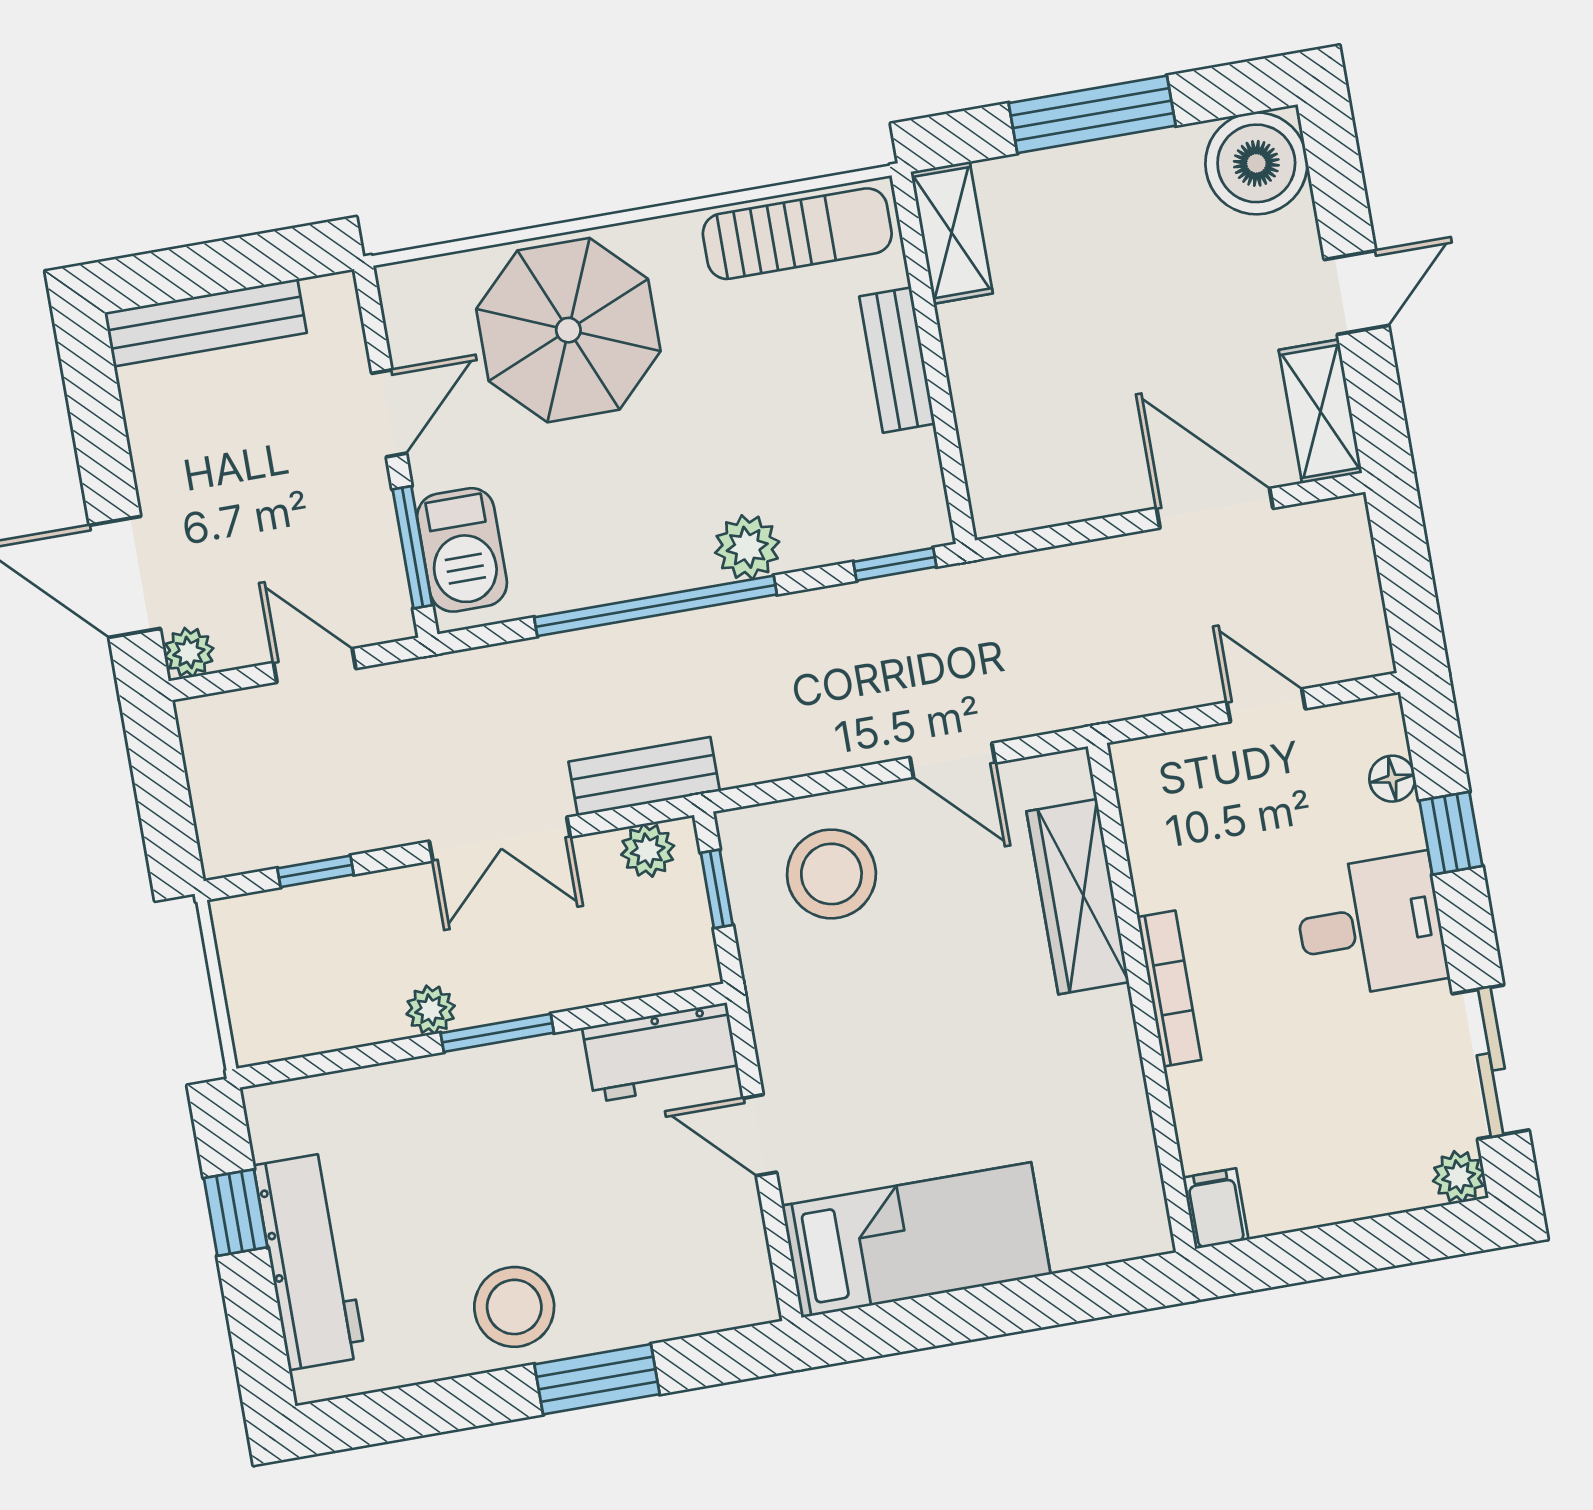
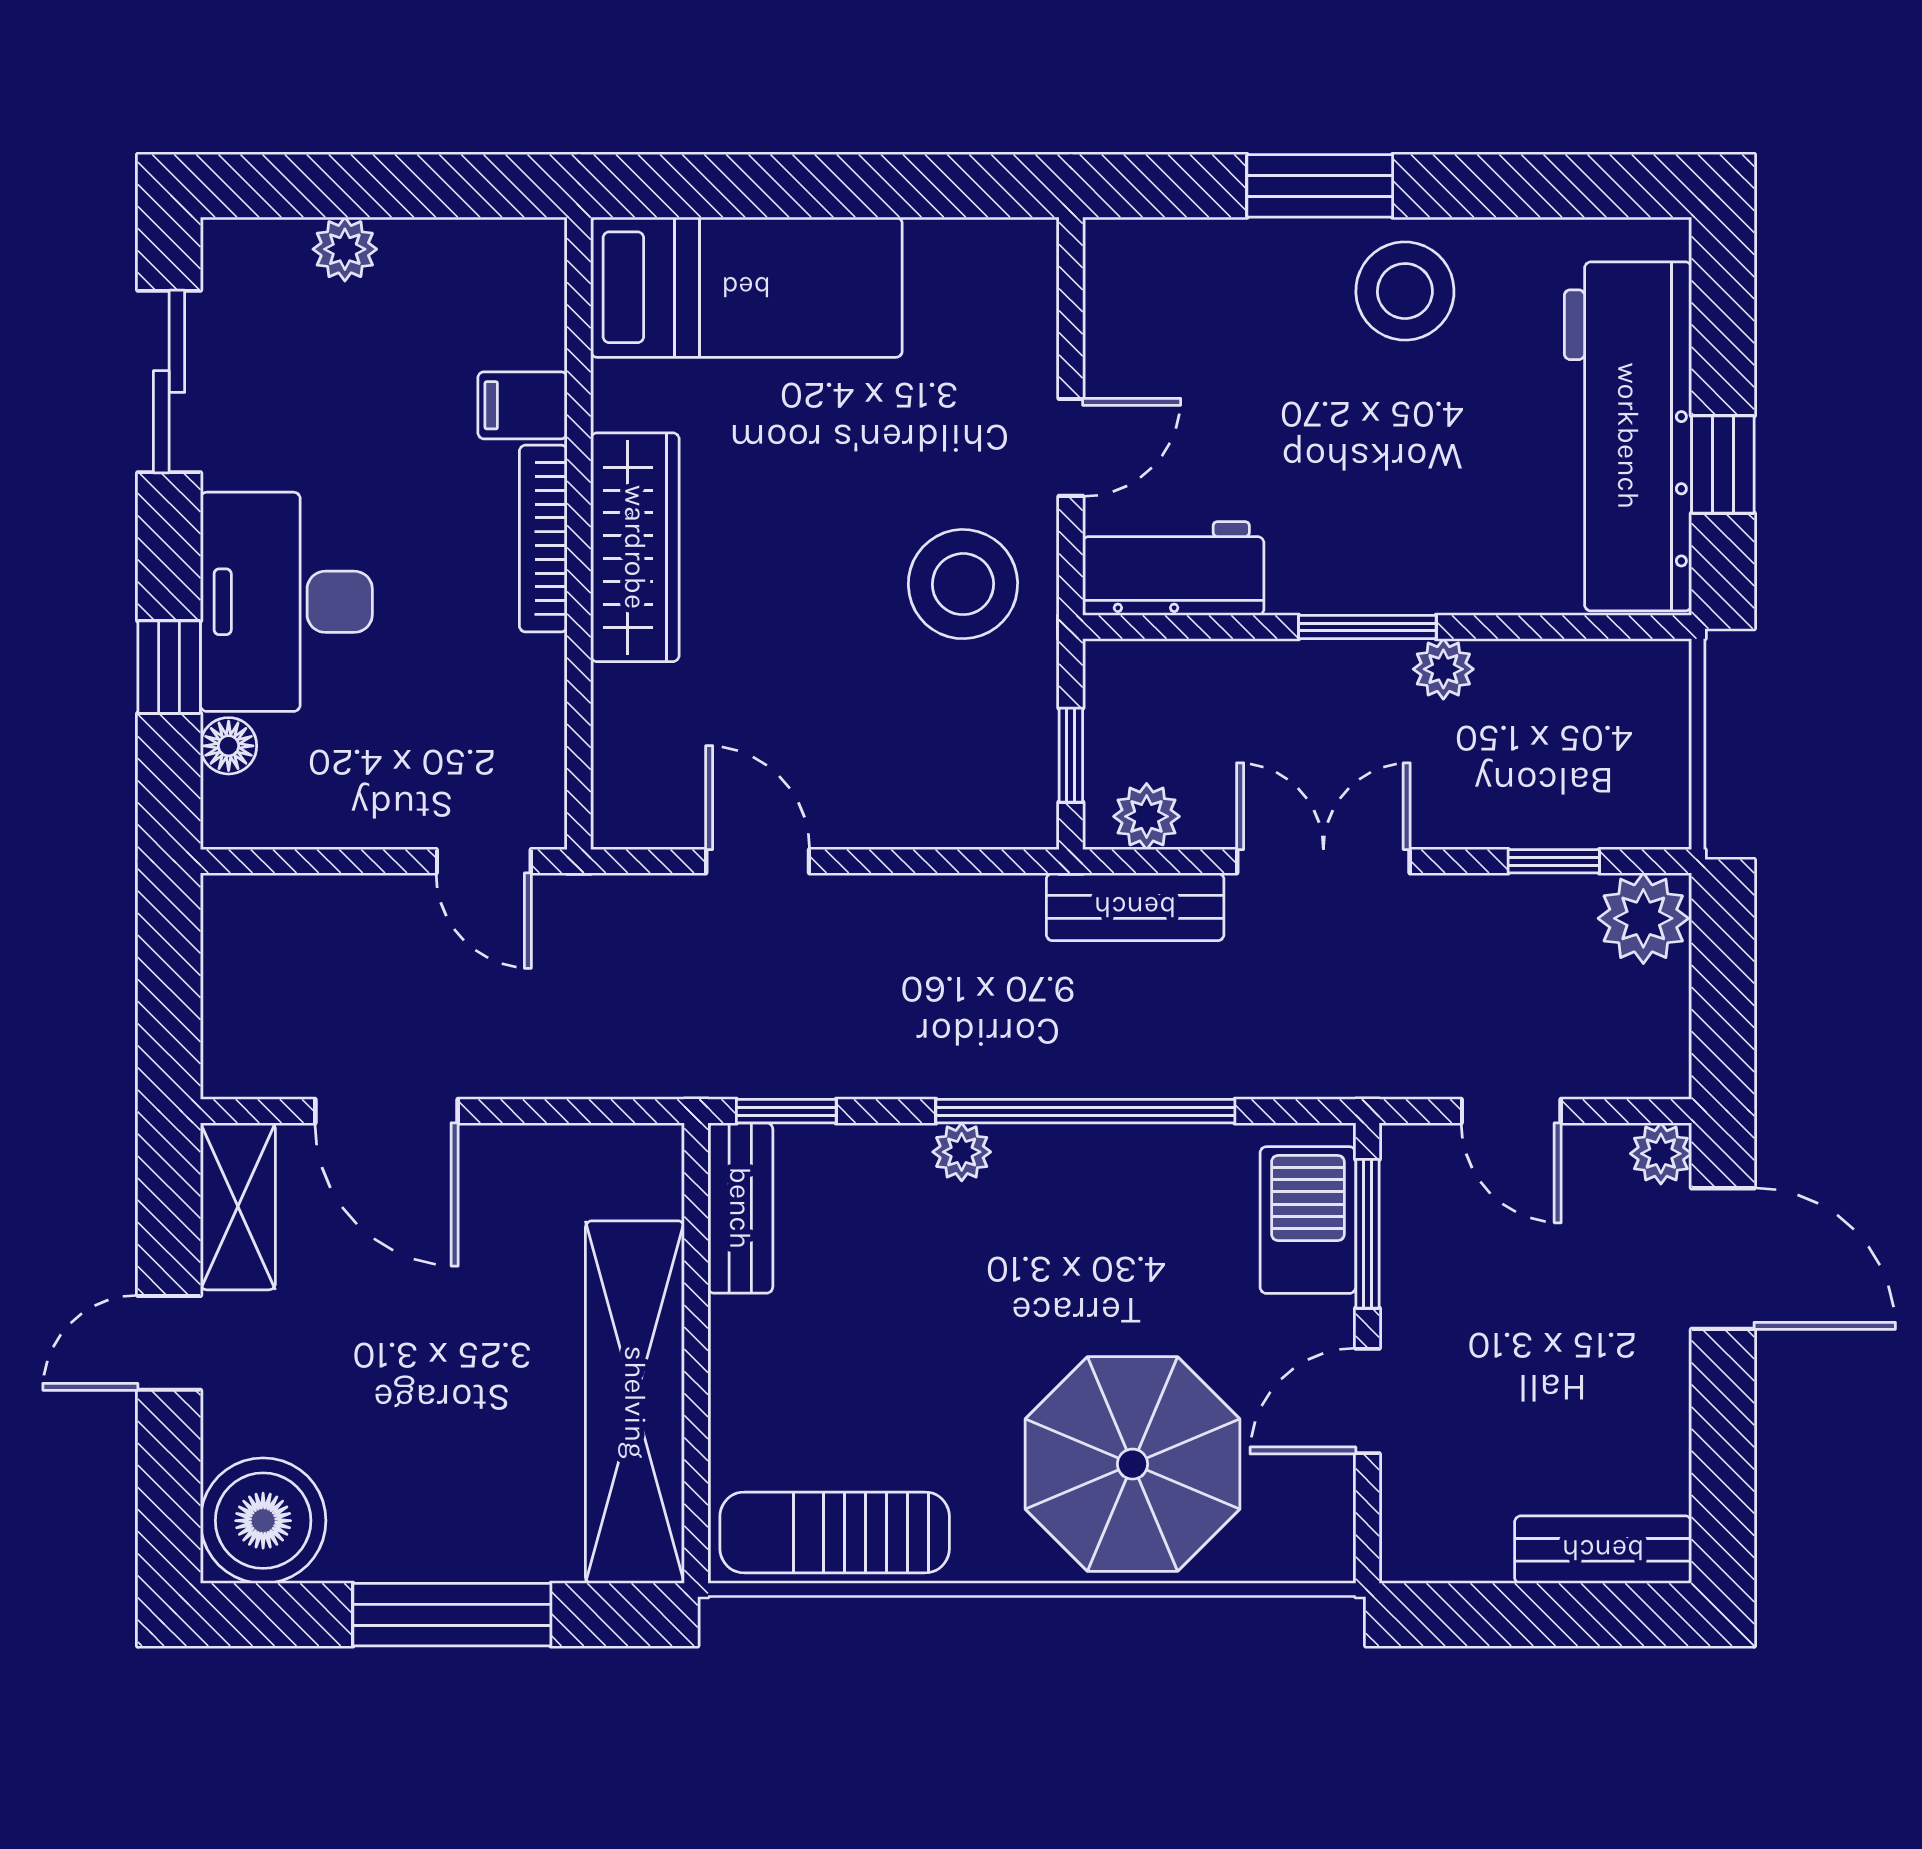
shelving: (952, 233) -> (635, 1402), width x2.20, depth x1.33
bench: (206, 323) -> (1603, 1550), width x0.73
bench: (897, 360) -> (740, 1208), moved
plant: (747, 547) -> (962, 1152), width x0.73, depth x0.73
door: (1266, 705) -> (484, 861), moved
plant: (236, 838) -> (1643, 918), added
stool: (831, 874) -> (963, 584), moved
wardrobe: (1078, 897) -> (635, 547), moved
desk: (1370, 926) -> (286, 602), width x1.37
door: (760, 1135) -> (1071, 447), hinge flipped
plant: (1459, 1177) -> (345, 249), moved
filing cabinet: (1216, 1209) -> (523, 405), moved, turned 90
bed: (916, 1240) -> (746, 287), moved, turned 180
workbench: (310, 1261) -> (1628, 436), width x1.36, depth x1.32

